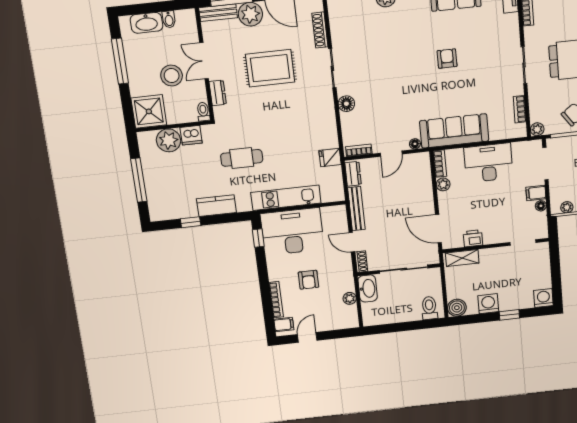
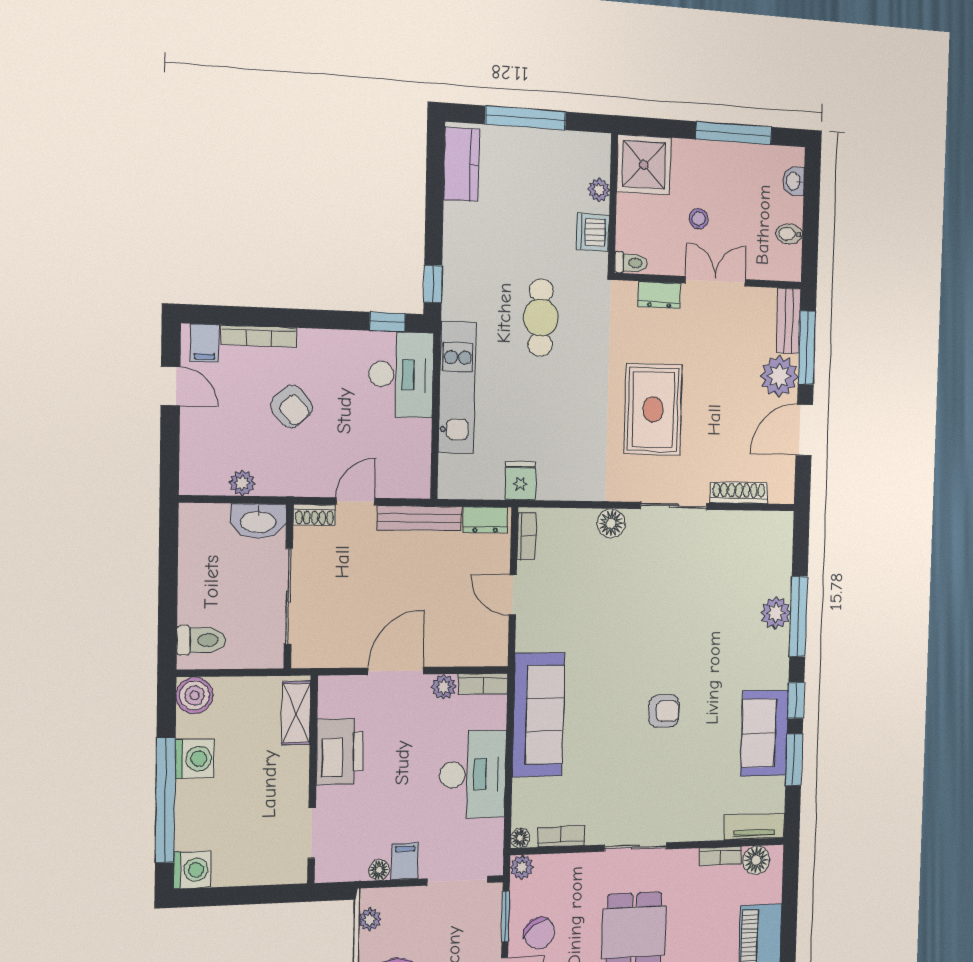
washbasin: (146, 23) -> (794, 181), width x0.52, depth x0.69
rug: (270, 68) -> (653, 409), moved
stool: (172, 76) -> (699, 219), width x0.53, depth x0.53
plant: (168, 140) -> (599, 190), width x0.53, depth x0.53
floor lamp: (415, 144) -> (520, 838), moved
kitchen counter: (216, 206) -> (461, 164), moved
window: (191, 222) -> (433, 284), moved
door: (438, 229) -> (396, 671), moved
desk: (292, 232) -> (401, 375), width x0.73, depth x0.77
printer: (473, 238) -> (340, 752), width x1.87, depth x1.48
armchair: (308, 280) -> (291, 407), turned -131
window: (509, 315) -> (165, 800), width x3.17

